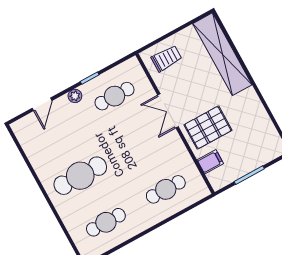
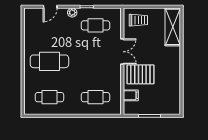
shelving: (222, 54) -> (173, 27), width x0.68
double door: (168, 111) -> (122, 52), swing flipped

